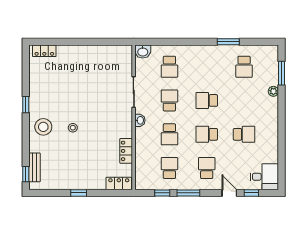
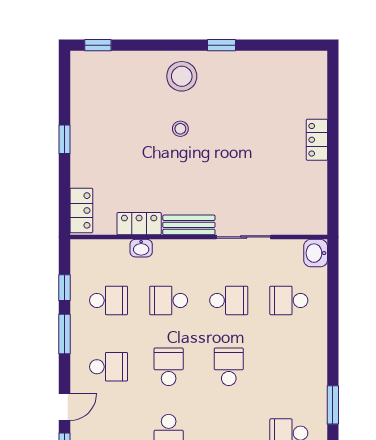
locker: (44, 51) -> (317, 140), moved
washbasin: (140, 120) -> (141, 248), moved
bench: (34, 167) -> (189, 225), moved

